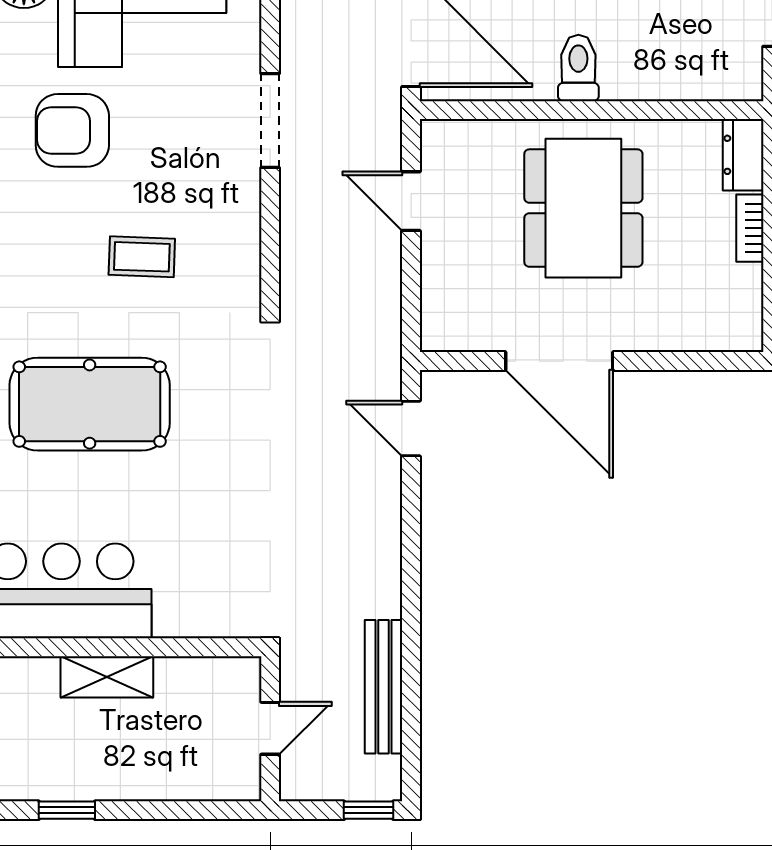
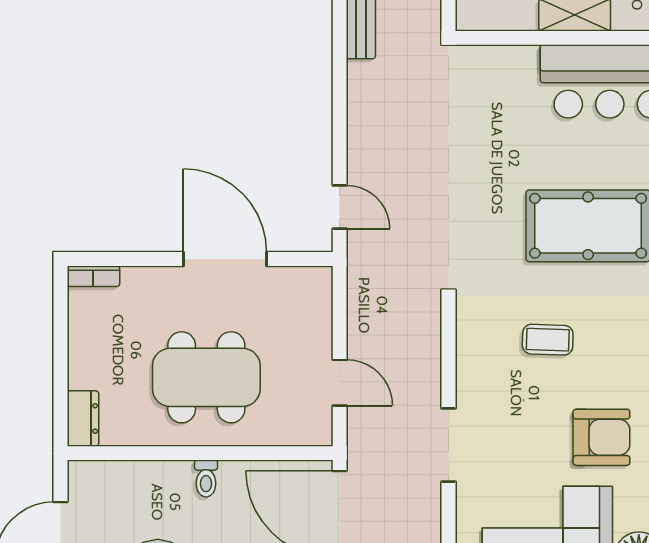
toilet: (578, 68) -> (206, 478), width x0.73, depth x0.72
dining table: (583, 208) -> (206, 377), turned 90
bookcase: (750, 228) -> (93, 276), moved, turned 90

